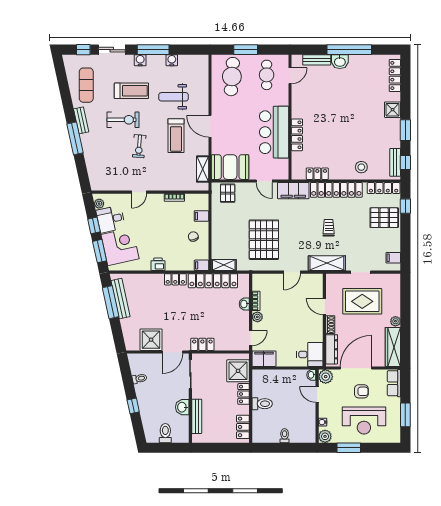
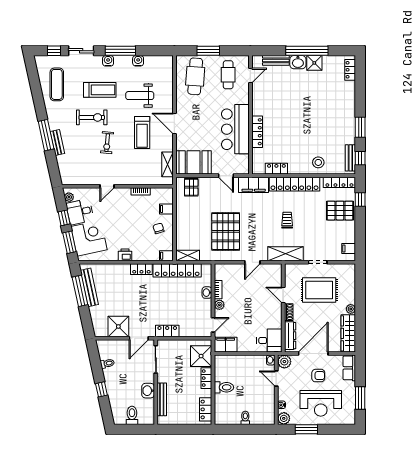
locker: (395, 75) -> (350, 70), width x0.66
shower: (393, 110) -> (314, 63), moved
bench: (81, 120) -> (57, 143), moved

